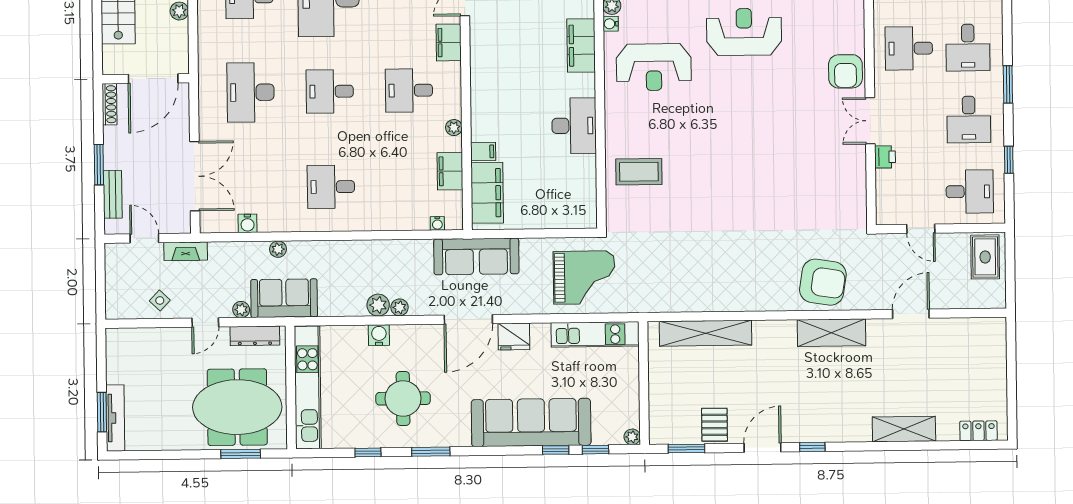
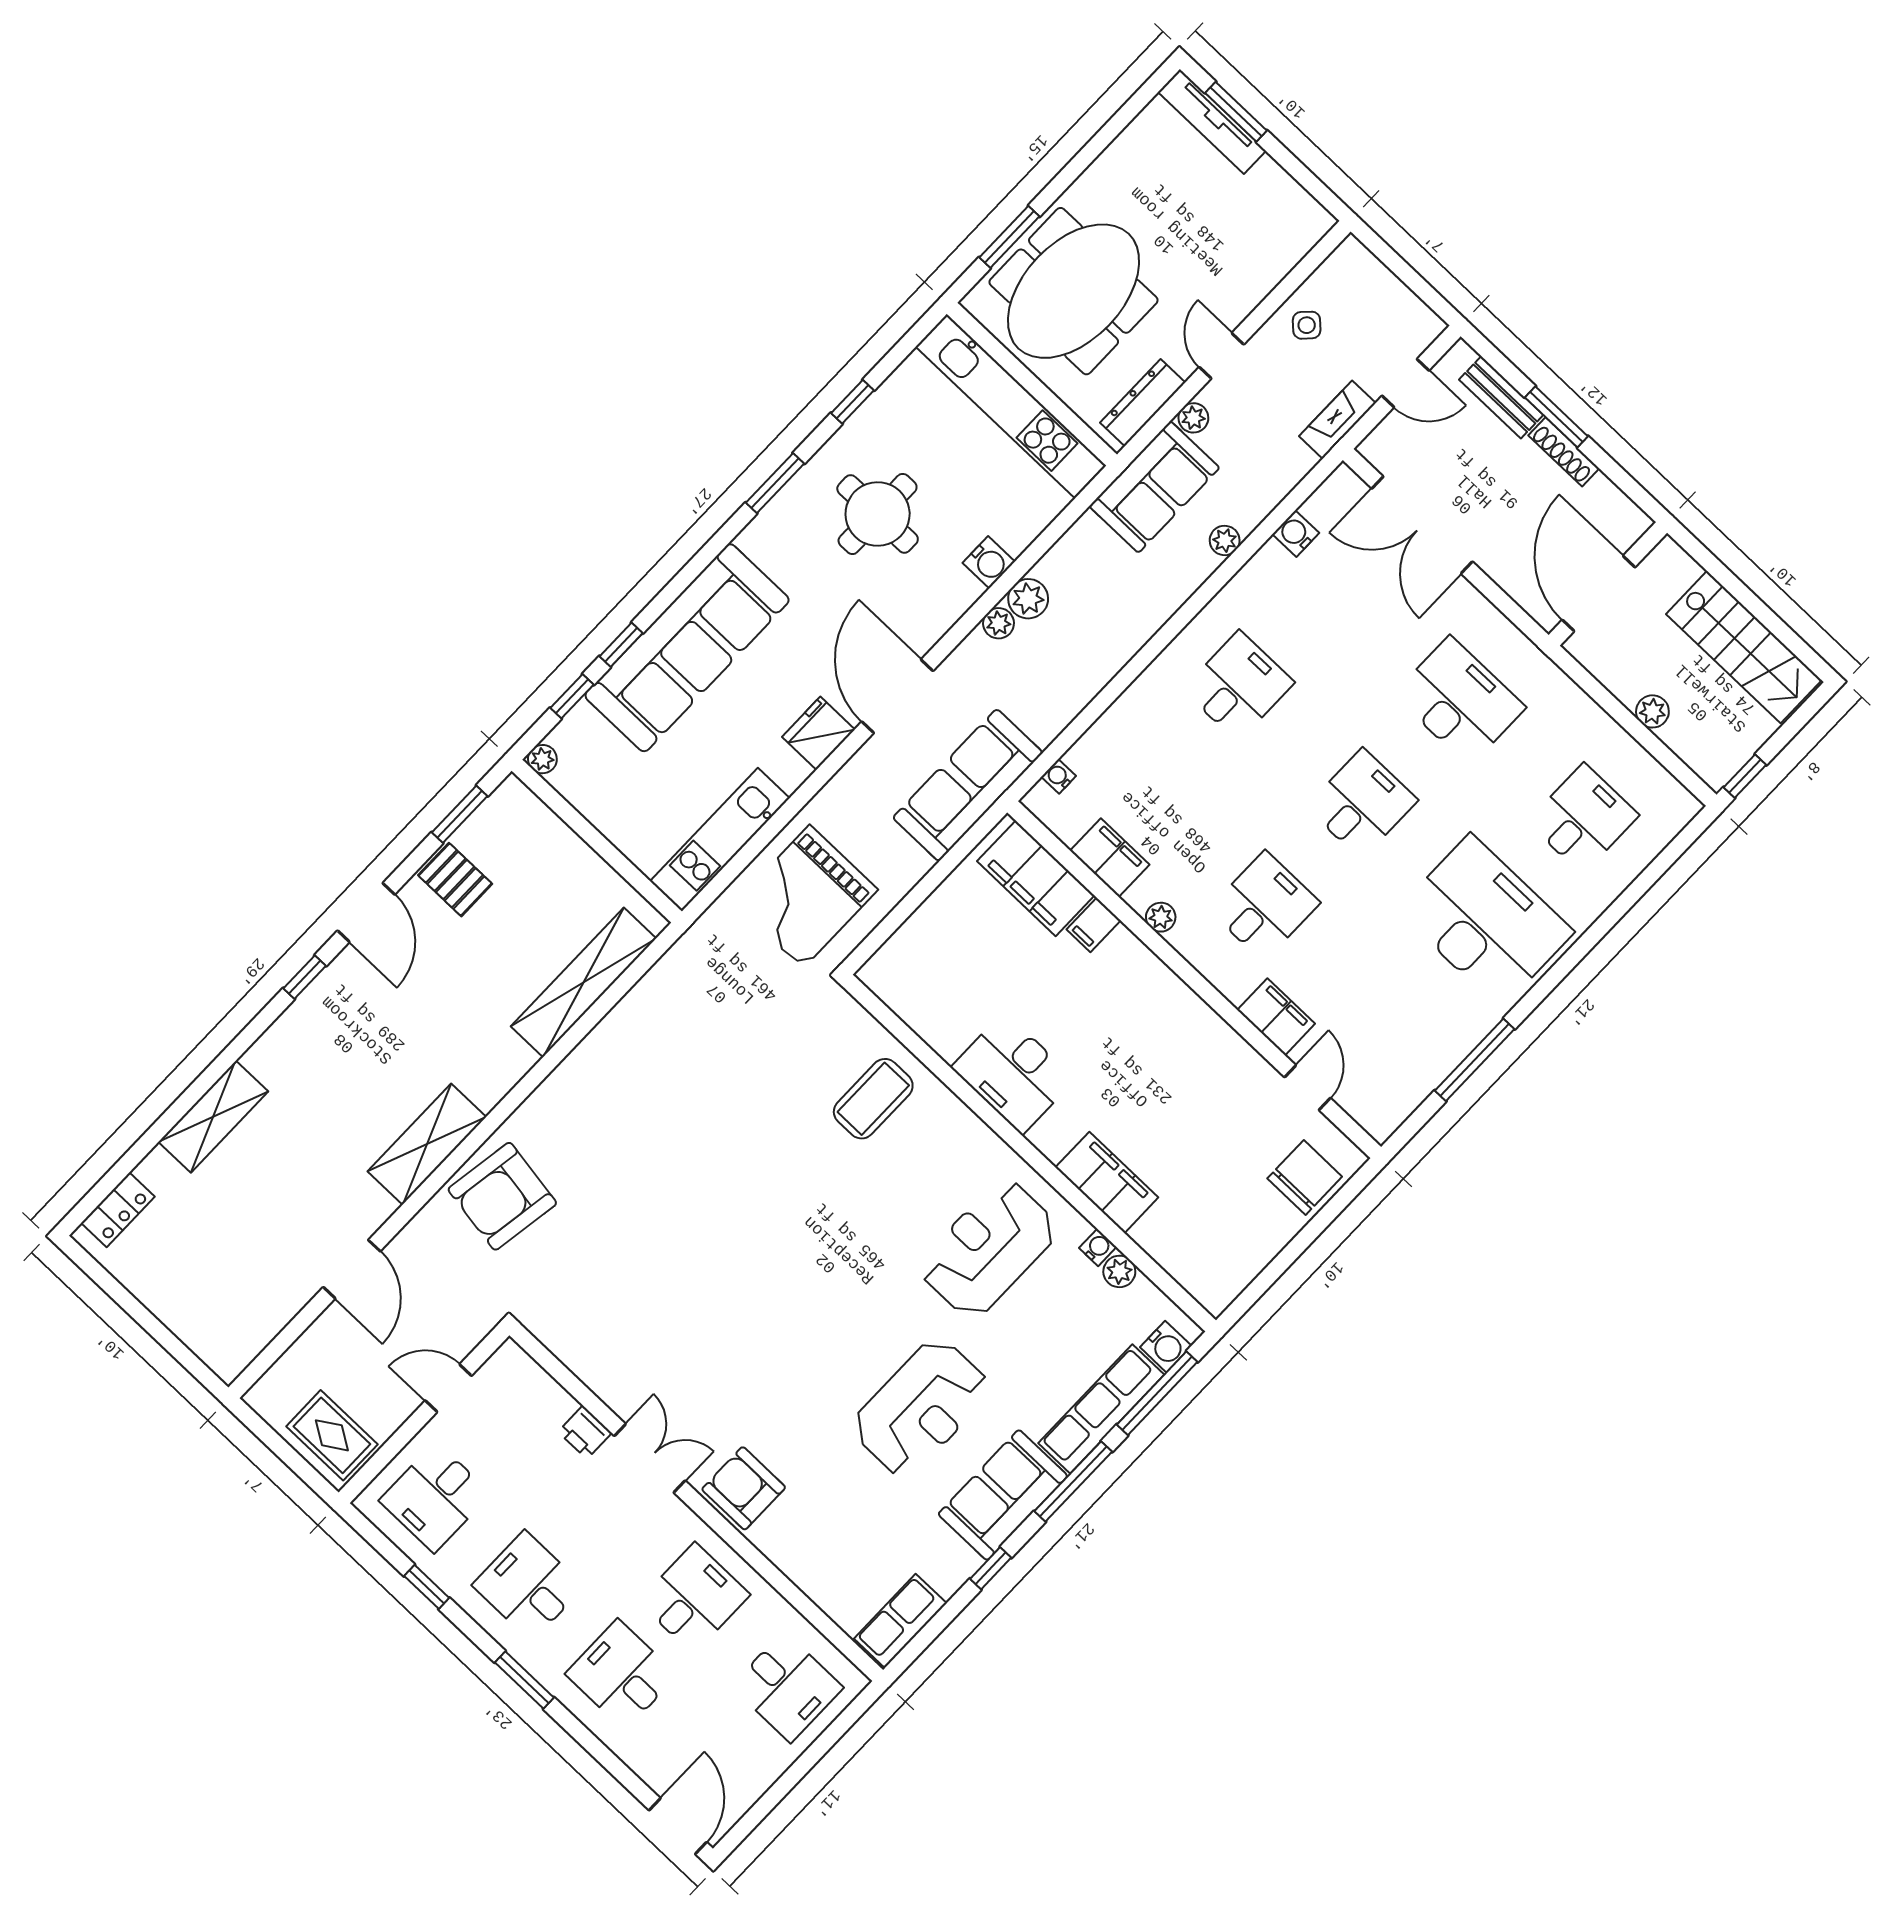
shoe rack: (109, 104) -> (1564, 452), moved

